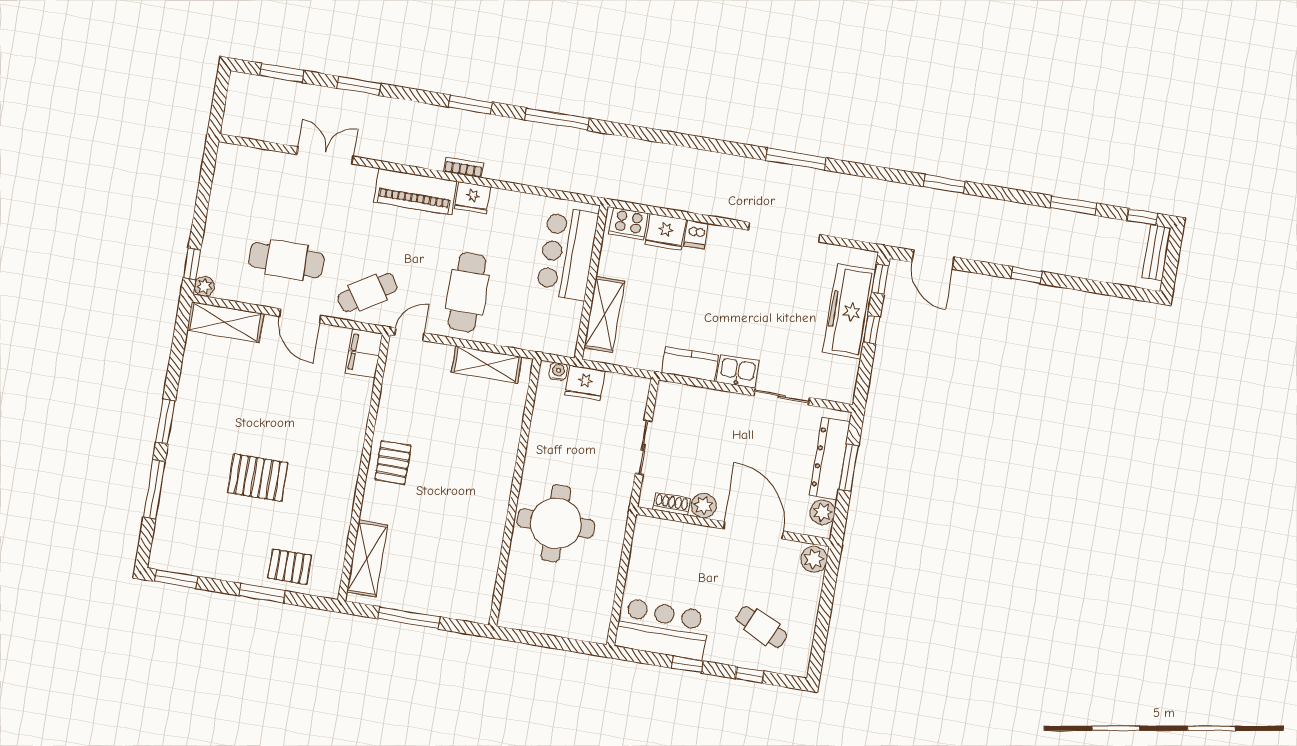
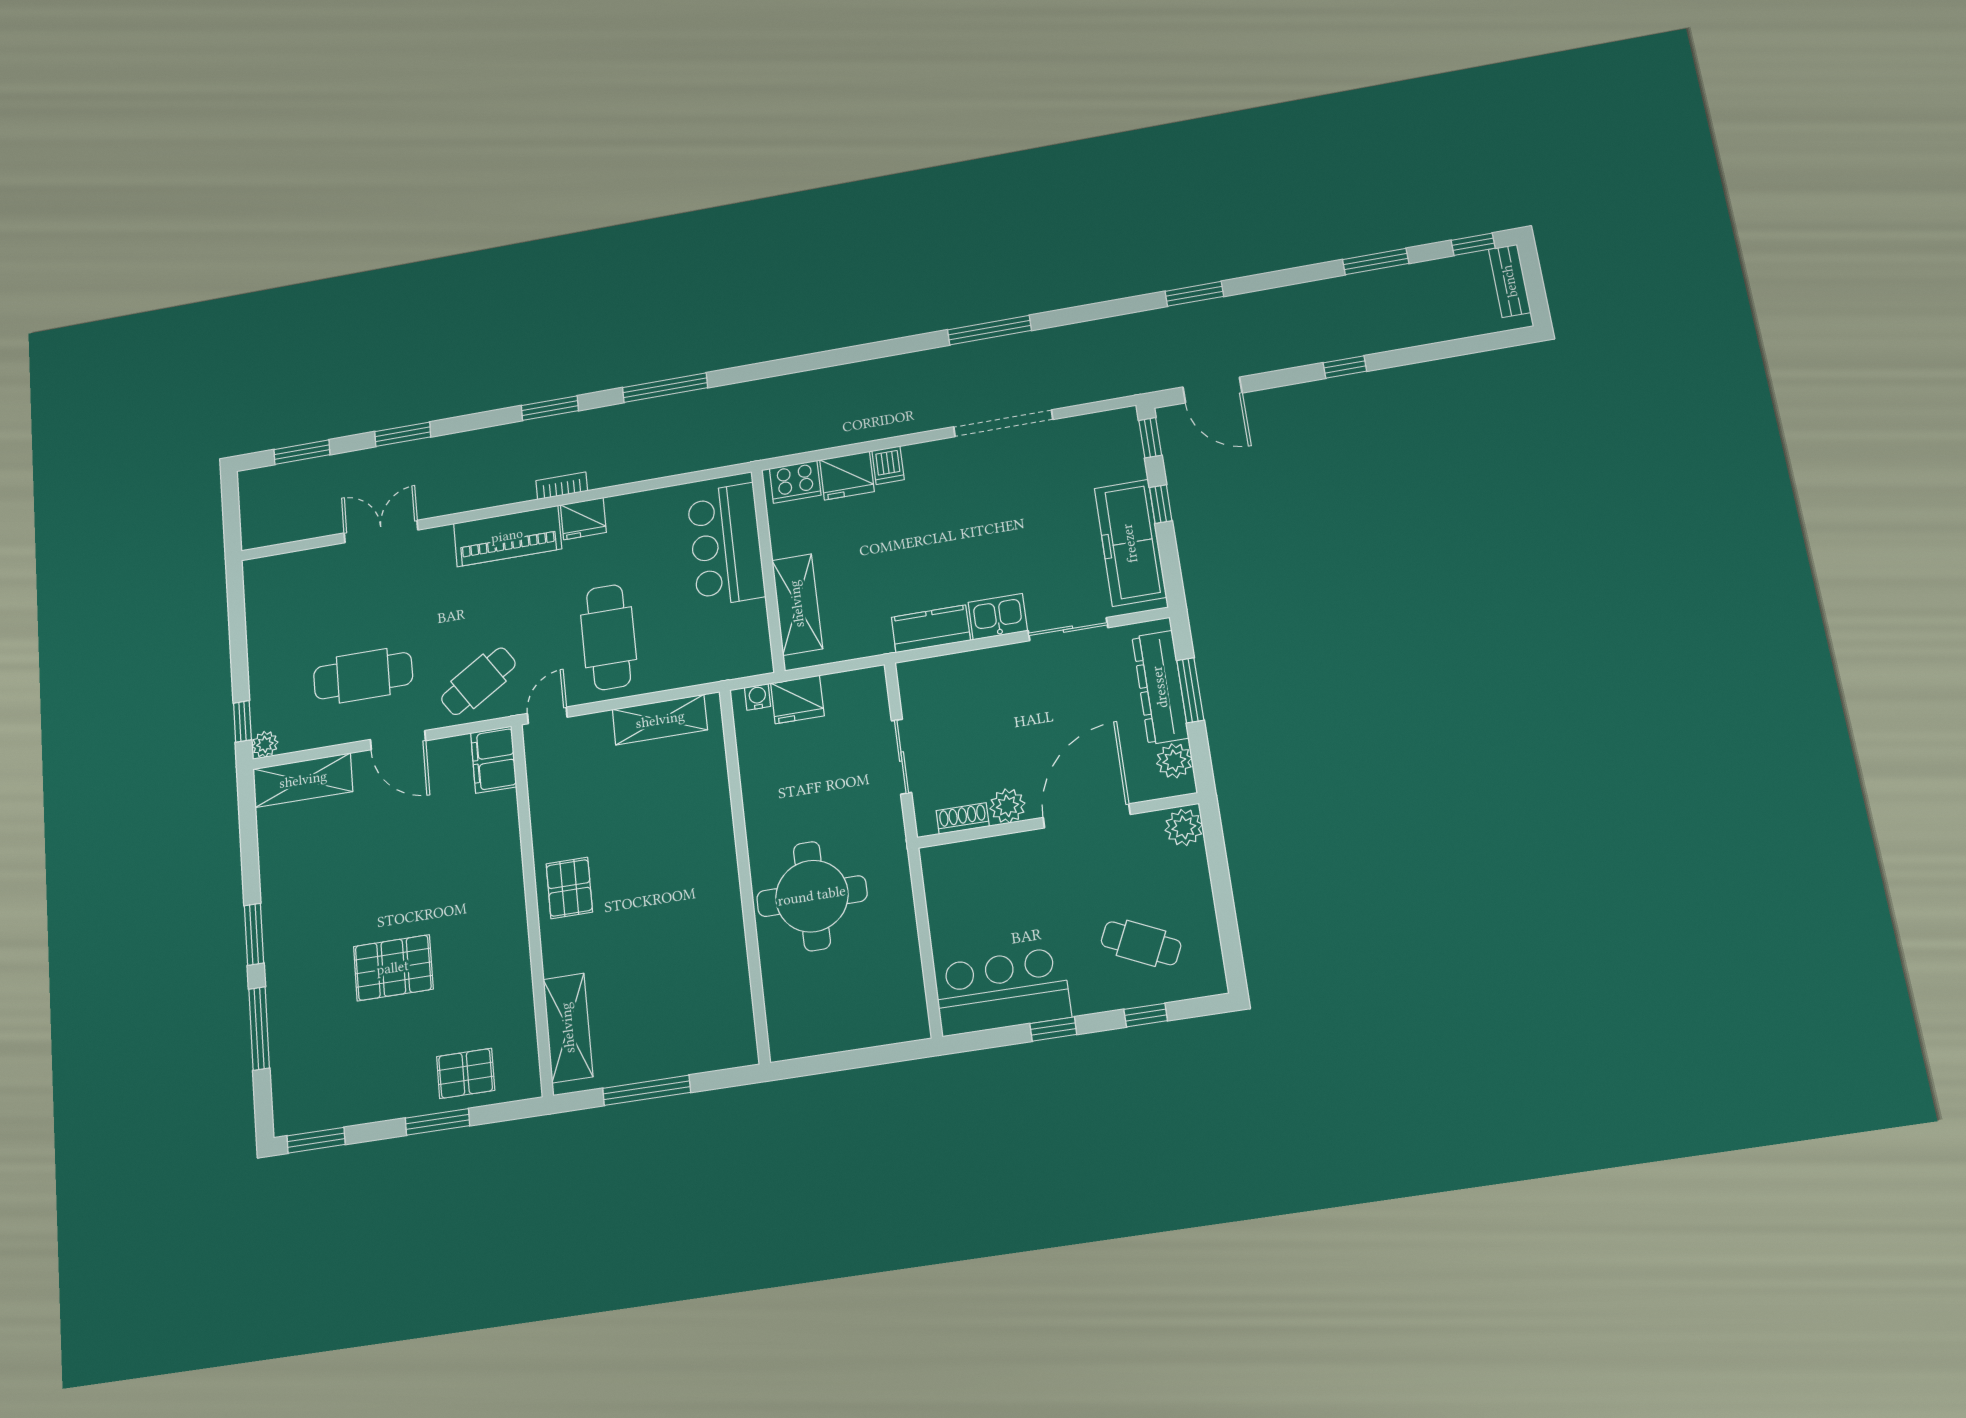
freezer: (849, 311) -> (1130, 543), moved
door: (753, 530) -> (1087, 816), hinge flipped

